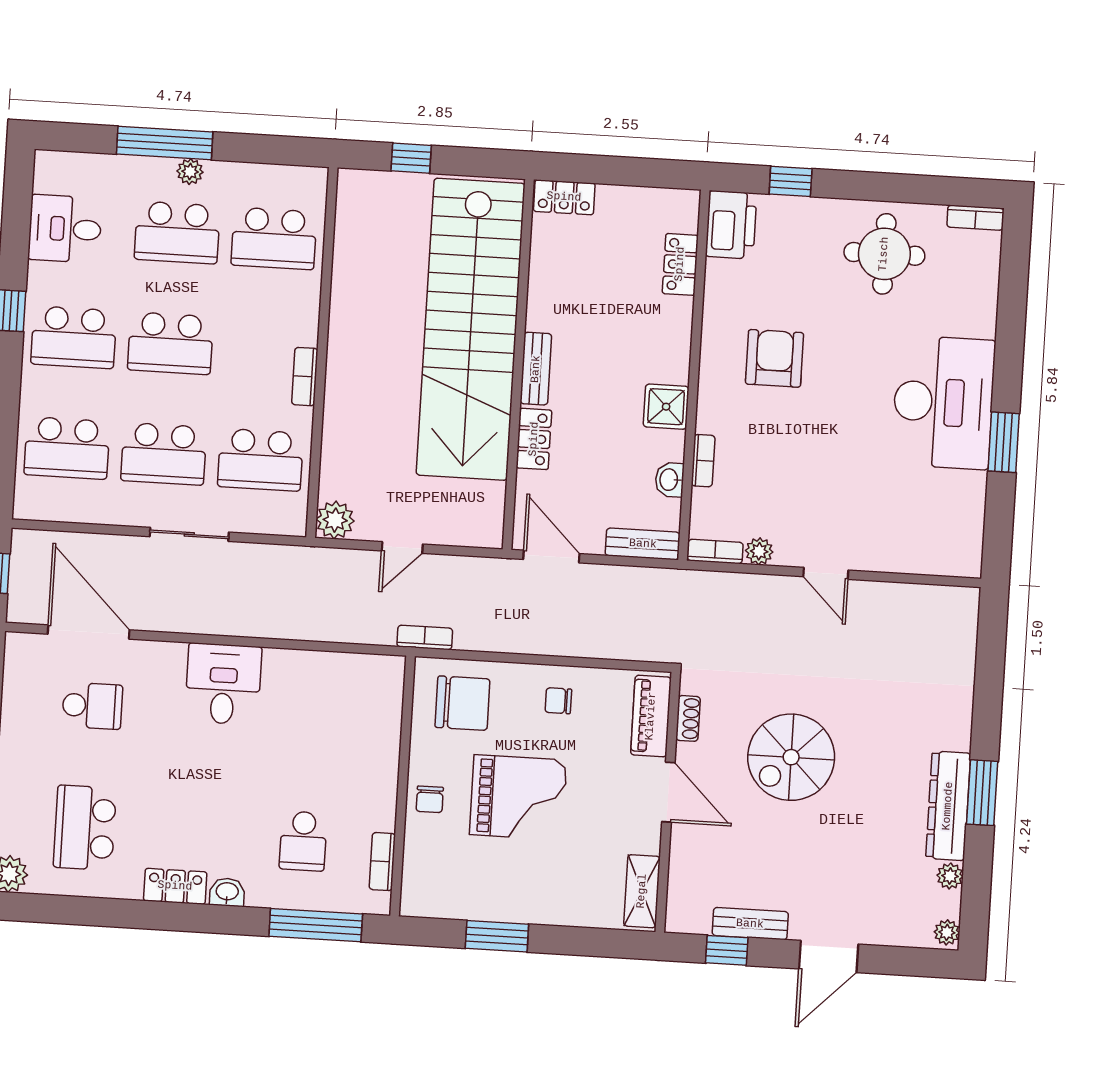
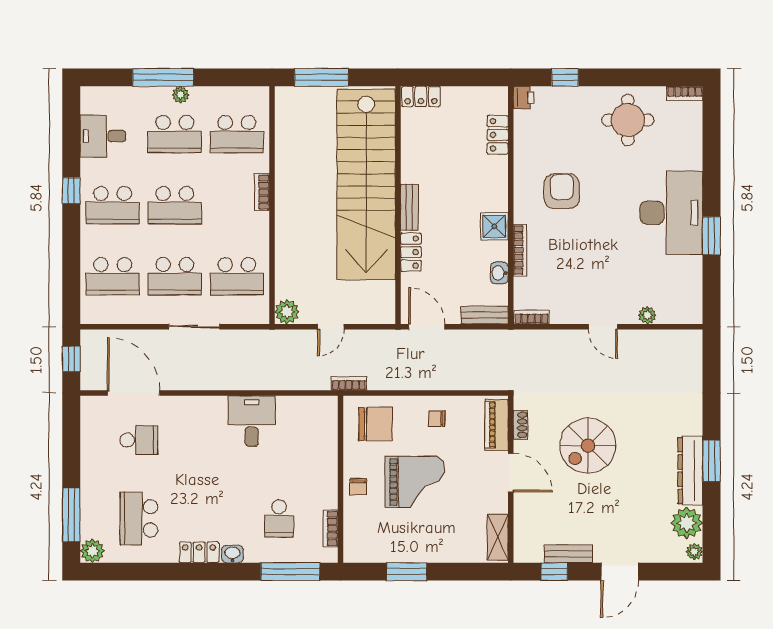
window: (411, 158) -> (321, 77), width x2.17
printer: (731, 225) -> (524, 98), width x0.53, depth x0.68
bookcase: (305, 377) -> (262, 192), moved
bookcase: (703, 461) -> (520, 250), width x1.56
plant: (759, 551) -> (647, 315), moved
desk: (223, 684) -> (252, 421), moved
plant: (950, 876) -> (687, 523), width x1.88, depth x1.88

